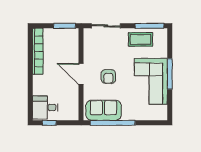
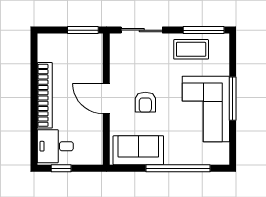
bookcase: (38, 51) -> (45, 95), moved
window: (113, 123) -> (178, 168), moved

